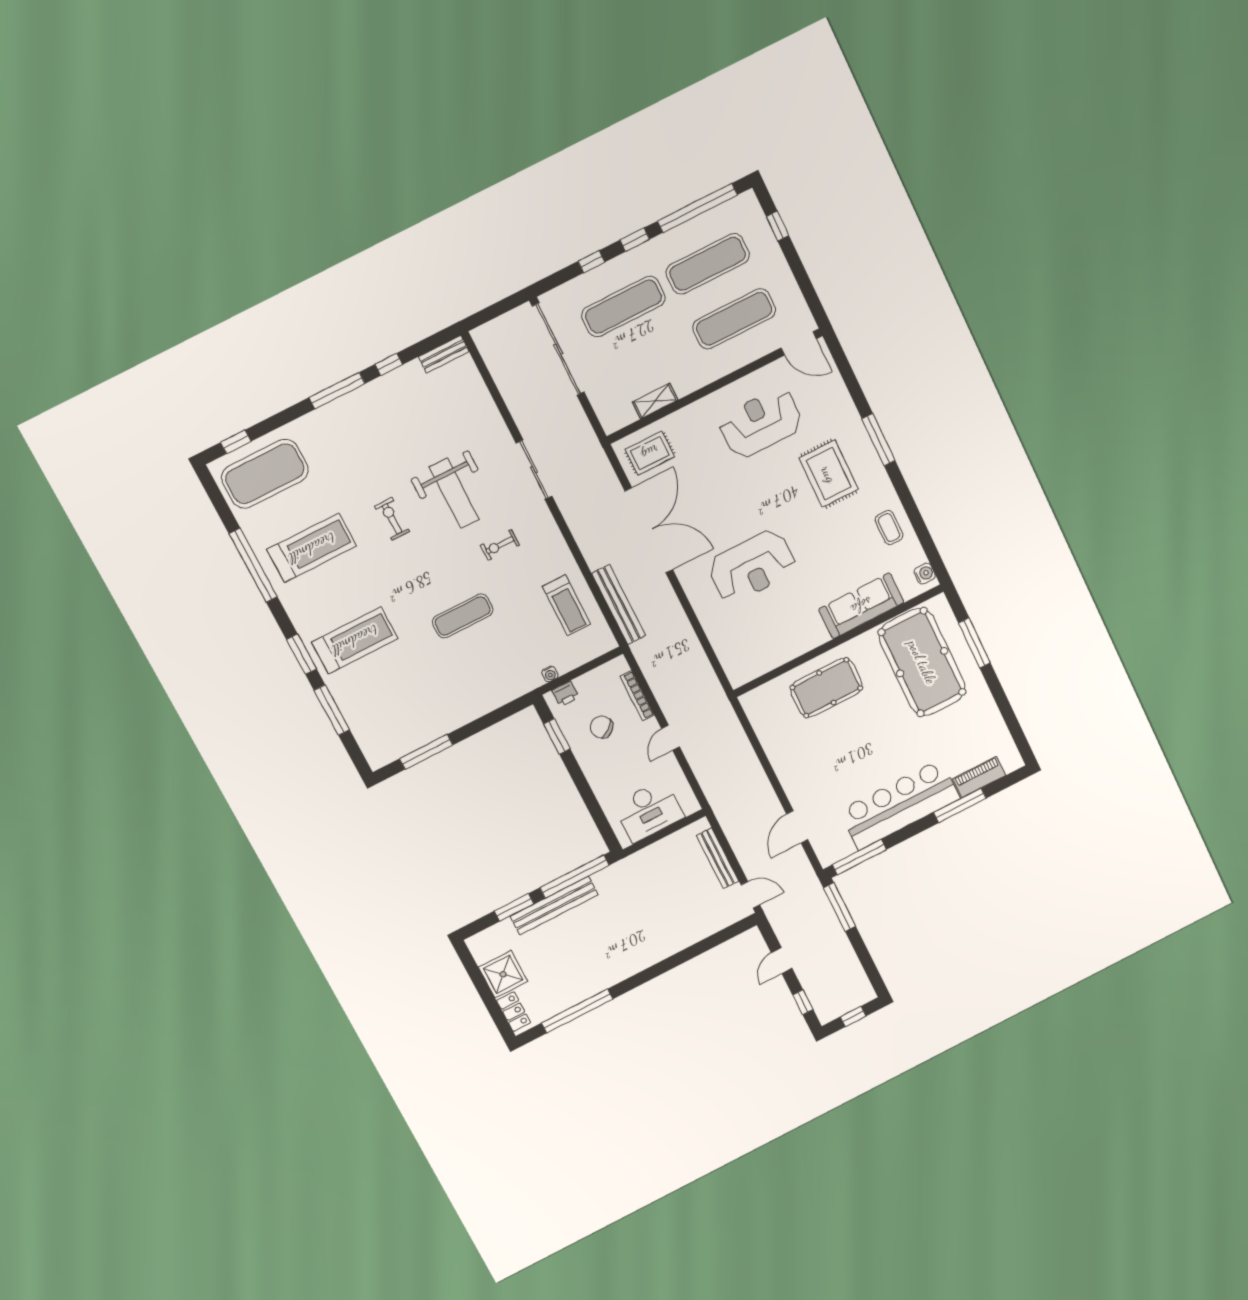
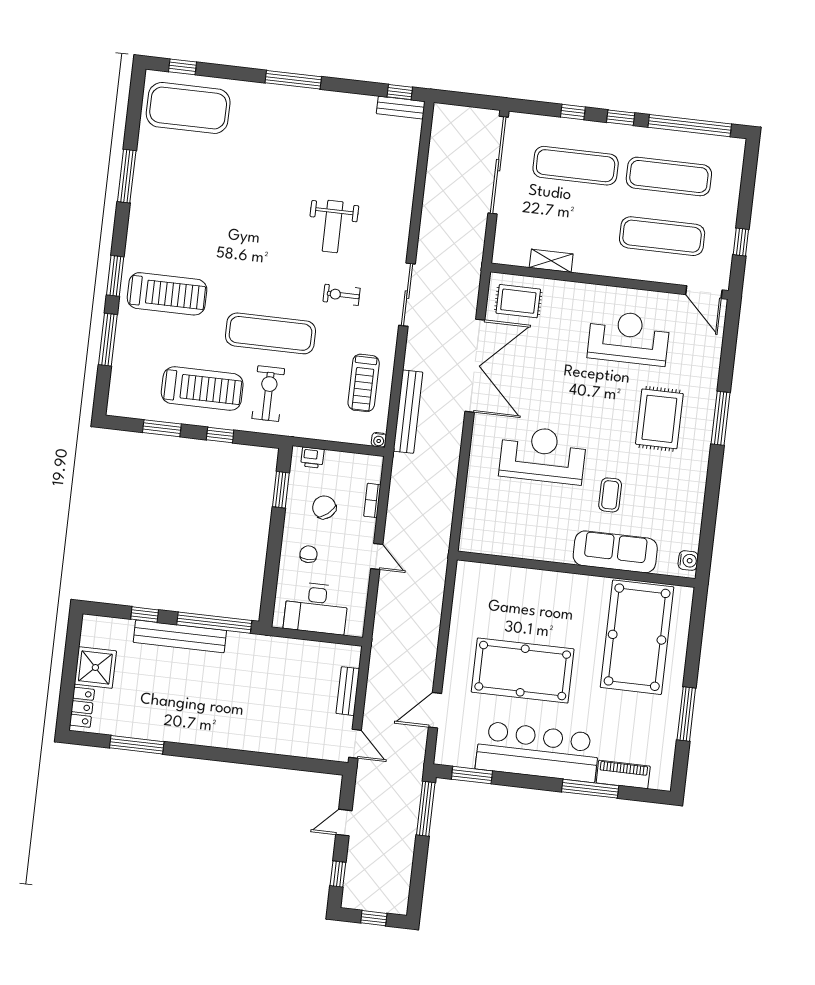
window: (778, 226) -> (741, 242), moved
window: (389, 364) -> (400, 92), moved
sliding door: (534, 470) -> (407, 295), moved
weight bench: (454, 493) -> (333, 227), width x0.73, depth x0.75
exercise bike: (392, 519) -> (268, 394), moved, width x1.38, depth x1.39
coffee table: (889, 528) -> (610, 495), moved
treadmill: (312, 548) -> (202, 389), moved
window: (253, 565) -> (127, 176), width x0.68
reception desk: (752, 566) -> (543, 455), turned 180
exercise mat: (463, 616) -> (270, 333), width x1.36, depth x1.45
window: (974, 643) -> (686, 714), moved
water cooler: (550, 674) -> (379, 440), moved
pool table: (826, 688) -> (523, 671), moved, width x1.36, depth x1.32
bookcase: (637, 696) -> (372, 500), width x0.64
window: (477, 726) -> (220, 435), added
door: (670, 738) -> (377, 556), swing flipped
window: (426, 752) -> (162, 428), width x0.69
chair: (614, 773) -> (309, 554), added
window: (859, 857) -> (472, 775), width x0.69
bench: (718, 858) -> (348, 691), width x0.73
window: (514, 907) -> (145, 615), width x0.67
window: (577, 1011) -> (137, 745), width x0.68

